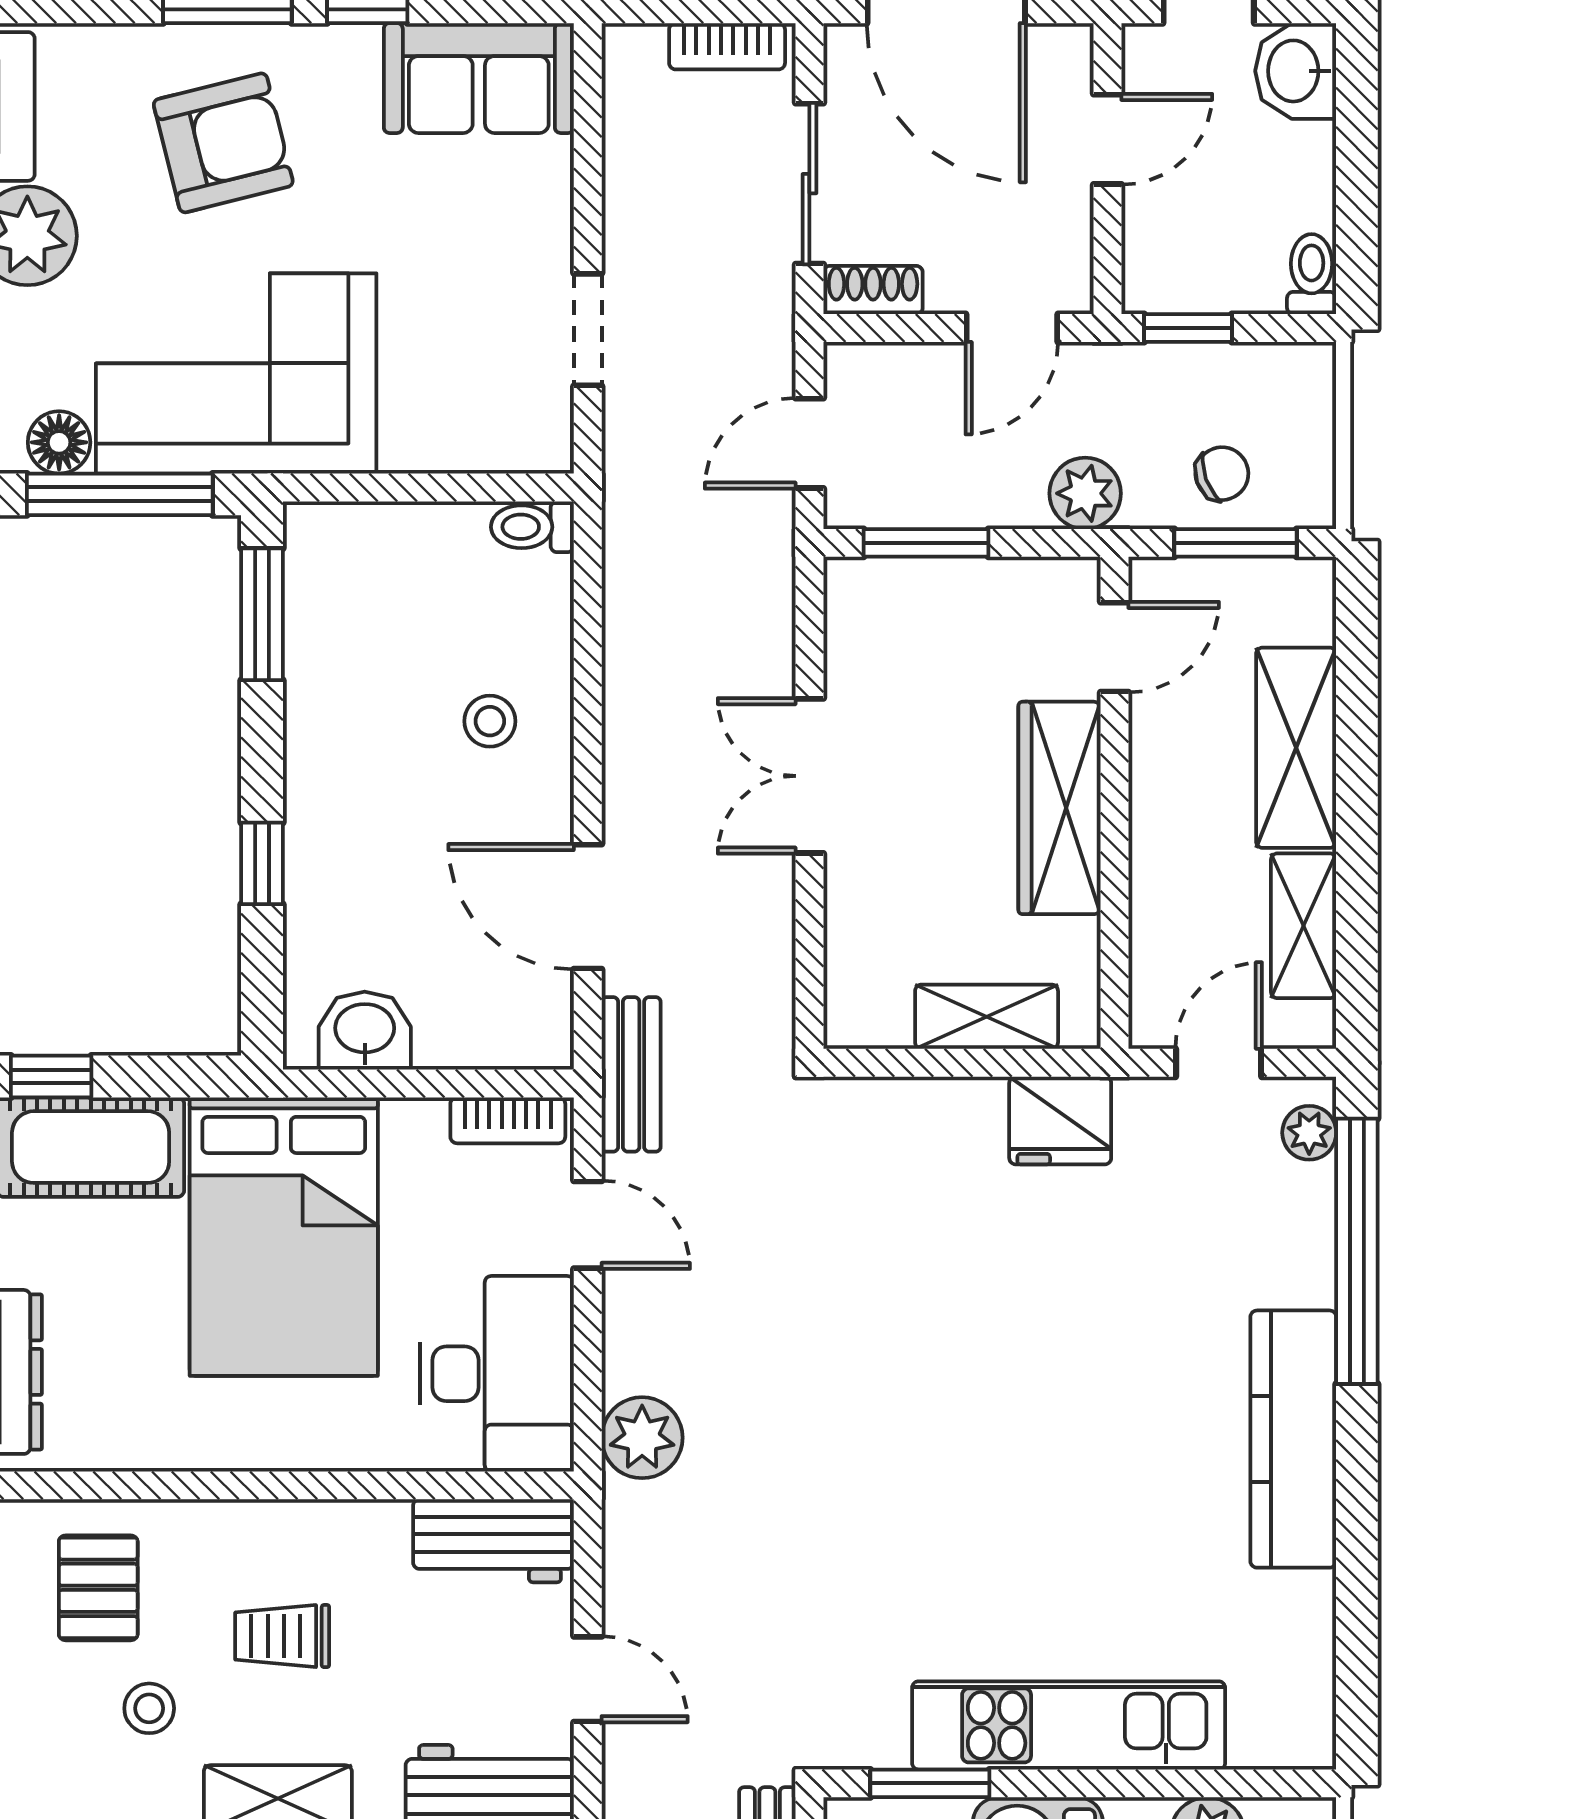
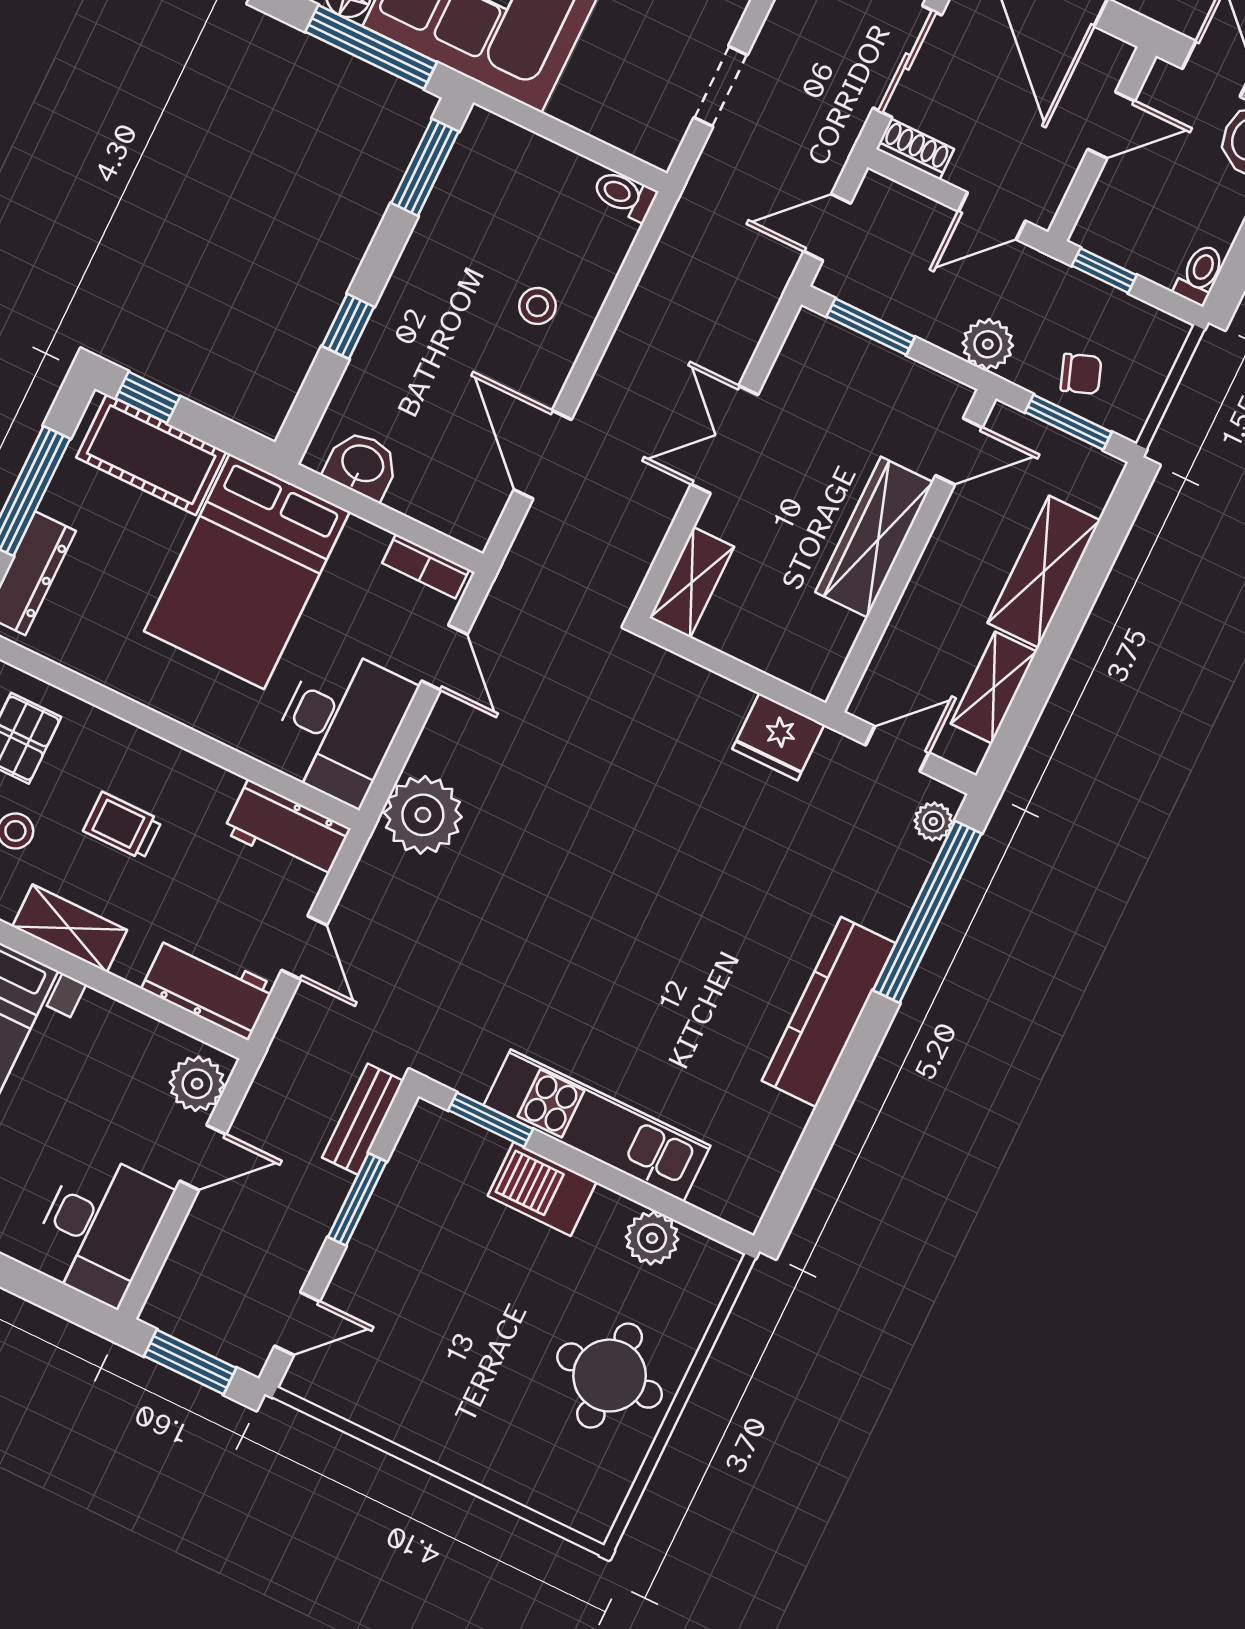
shelving: (987, 1017) -> (692, 582), moved, turned 90
bench: (631, 1074) -> (519, 575), removed
plant: (642, 1438) -> (423, 815), width x1.36, depth x1.36

